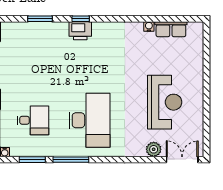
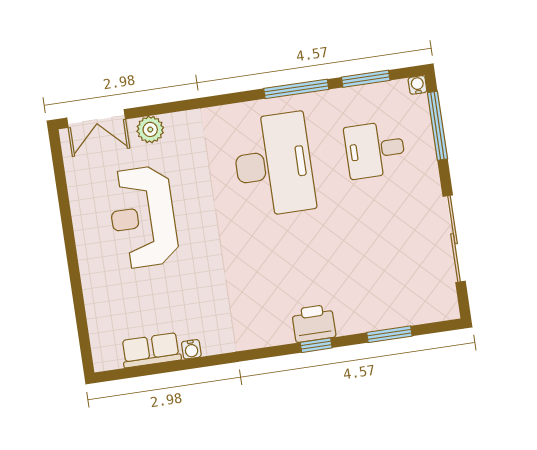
desk: (89, 120) -> (273, 165), turned 180

